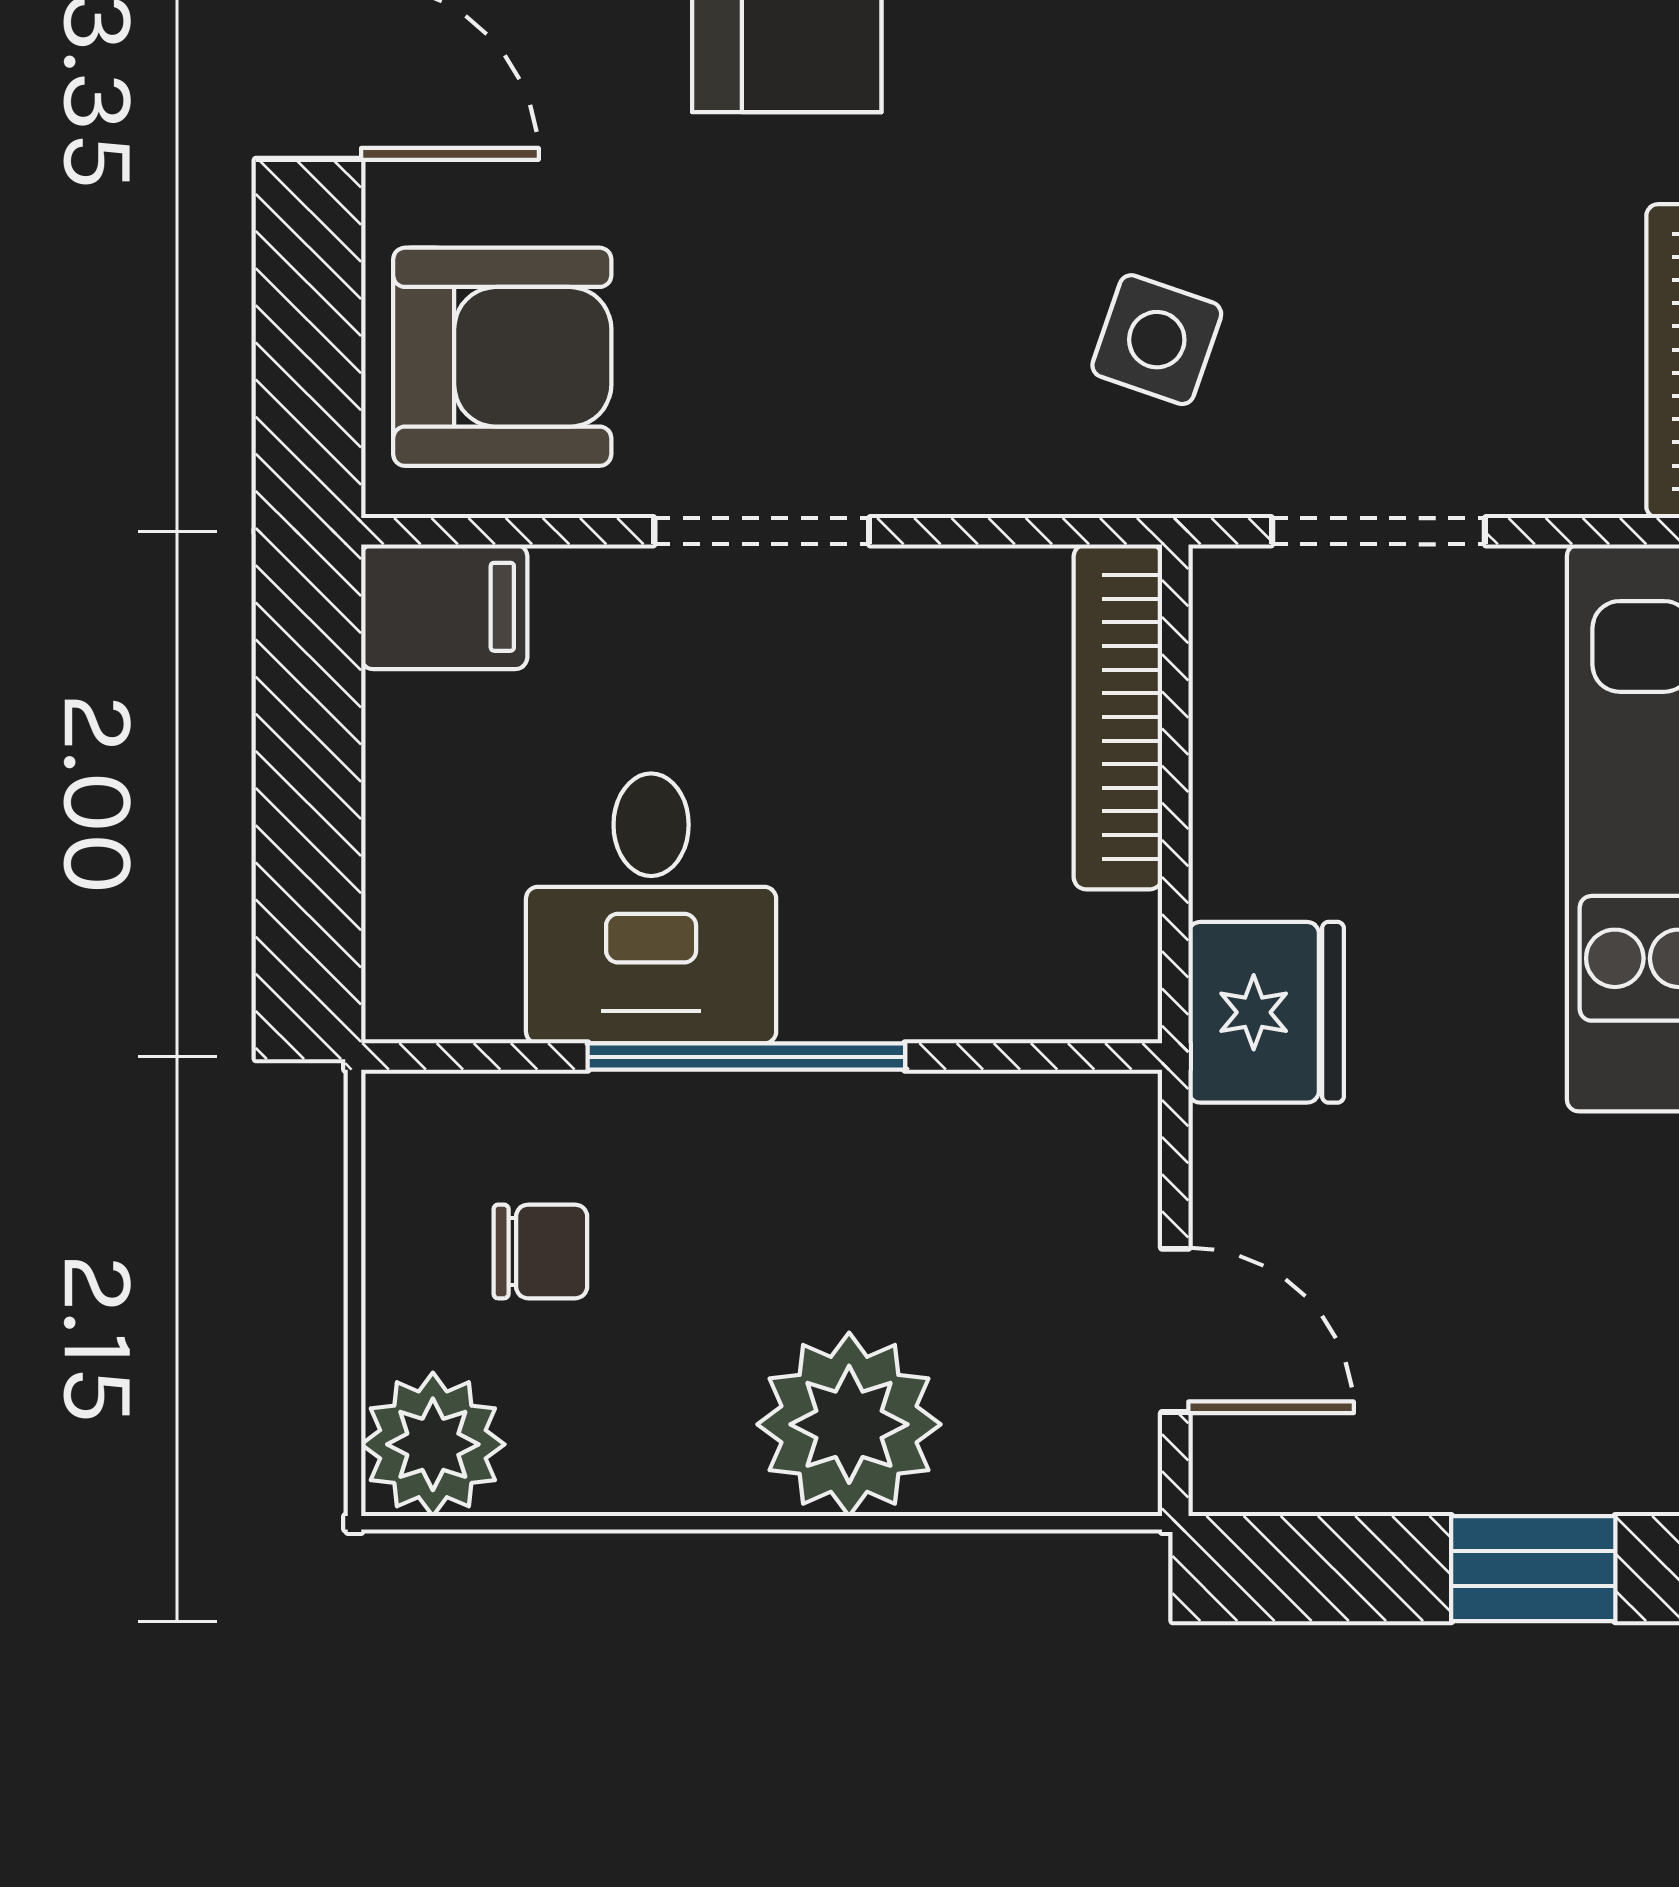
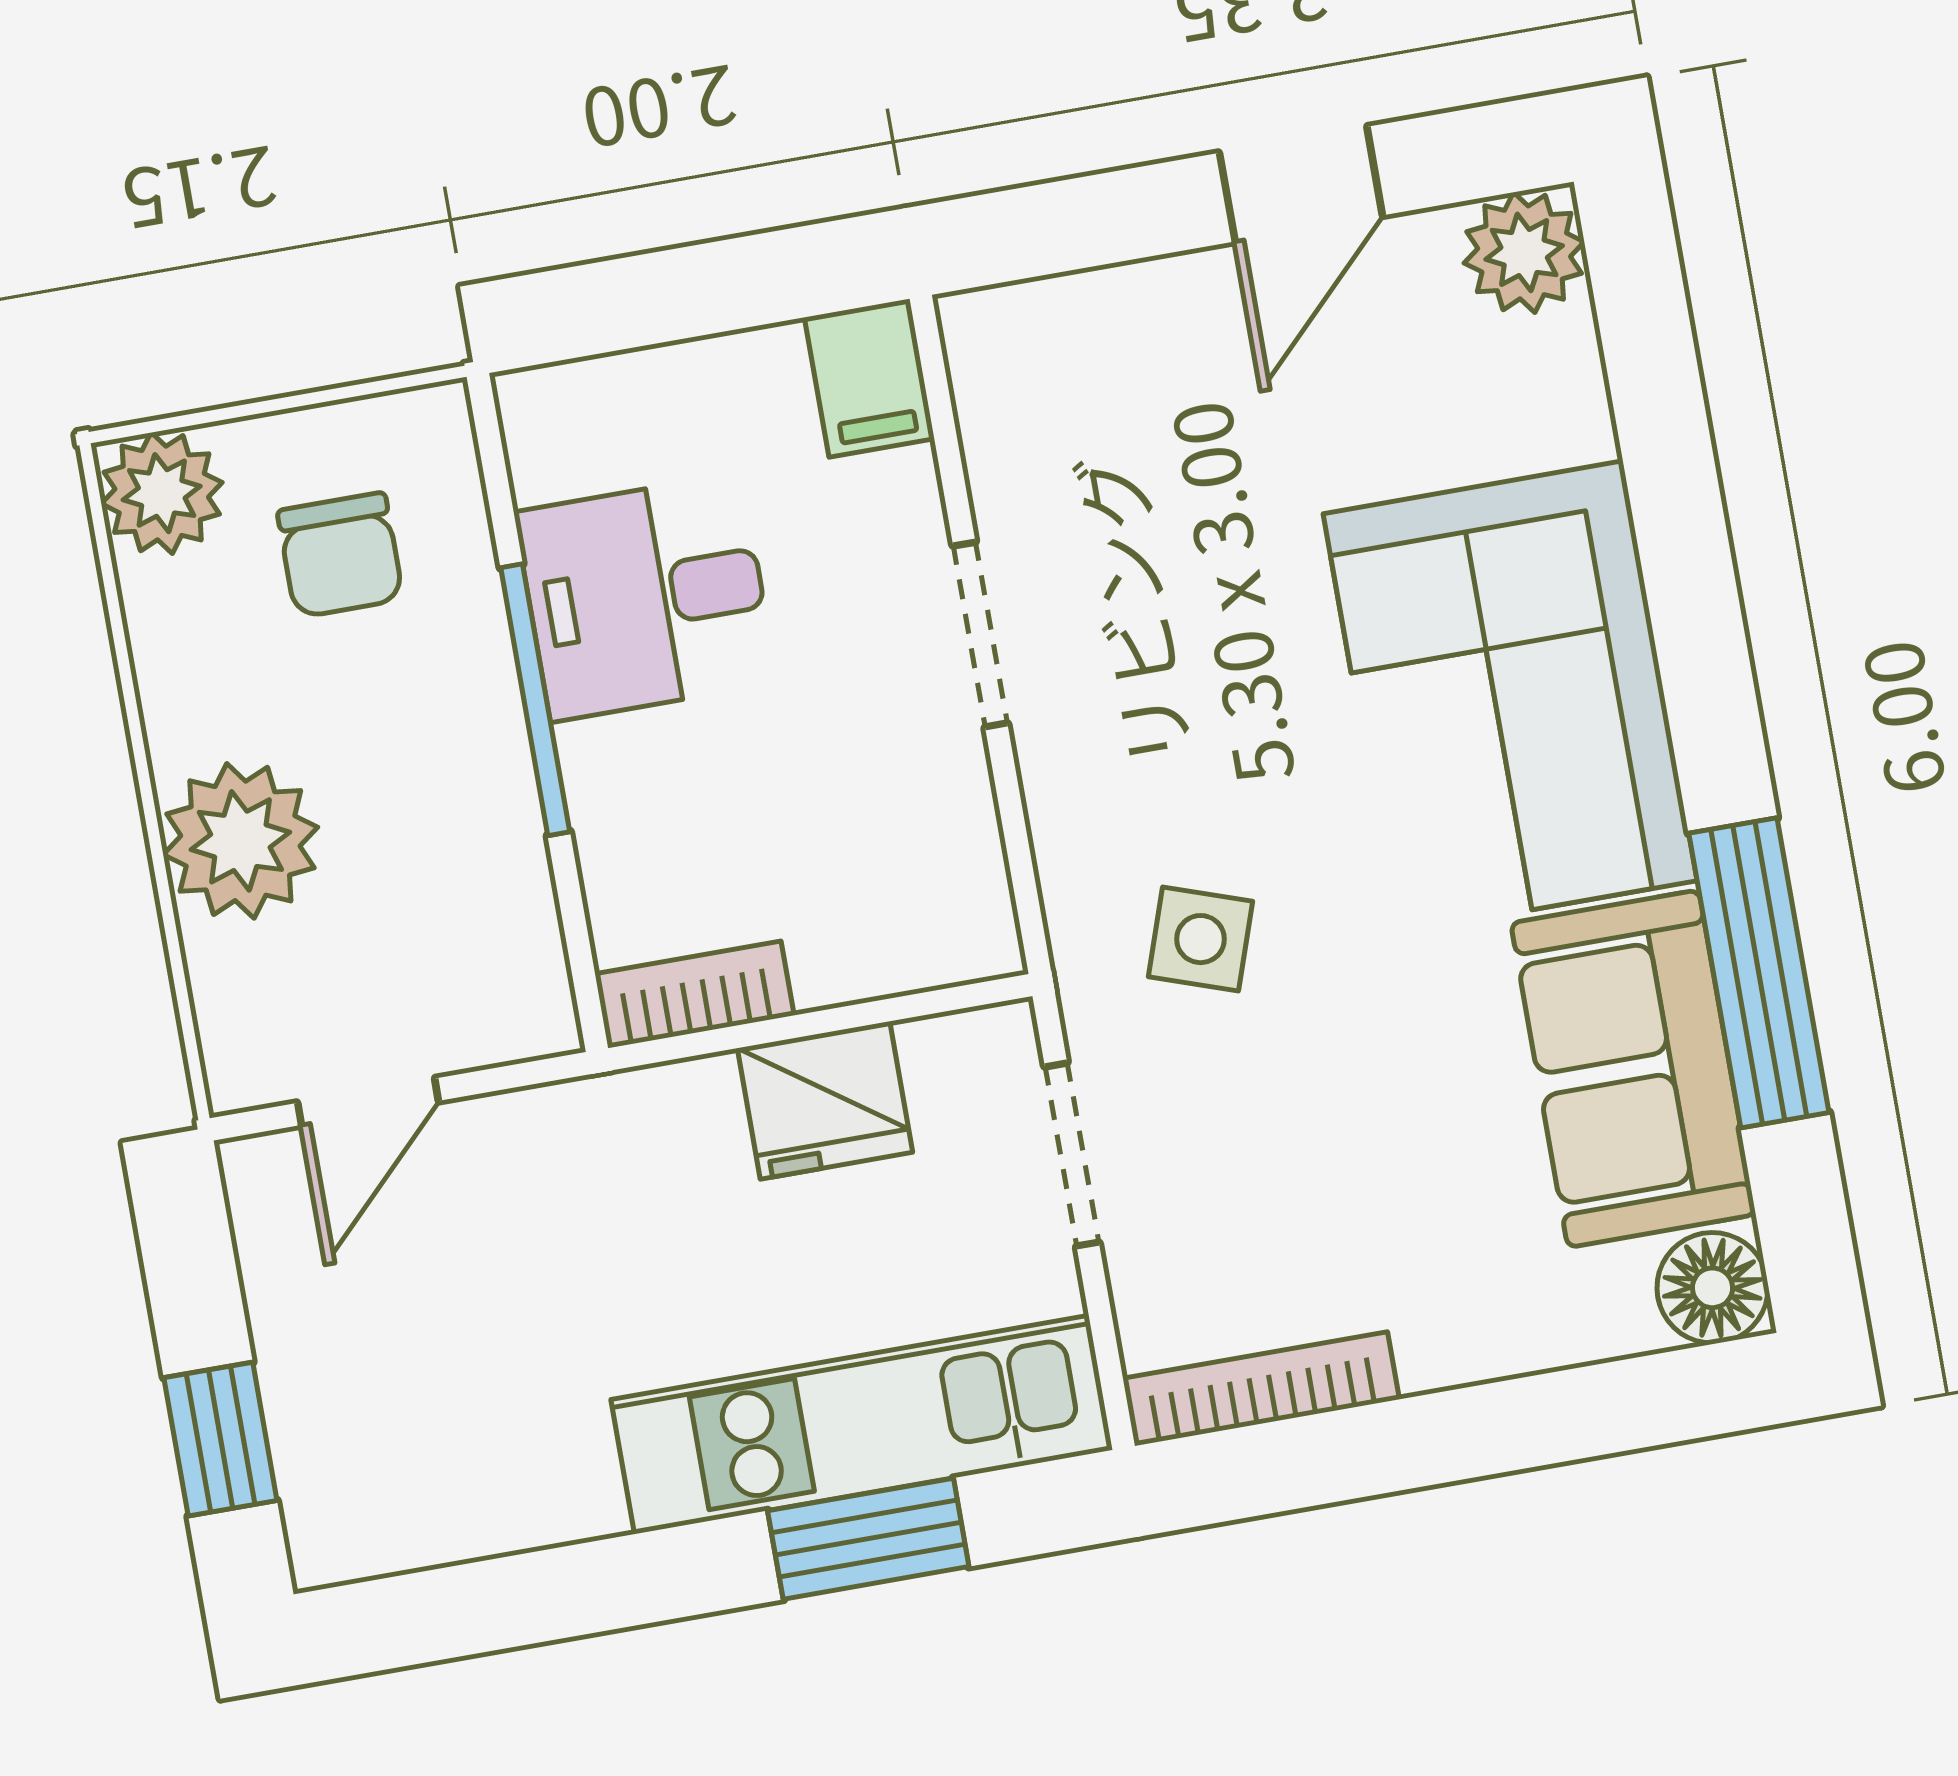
armchair: (502, 357) -> (1089, 390), removed
bookcase: (1118, 717) -> (695, 995), moved, width x0.64
fridge: (1266, 1012) -> (825, 1100), moved
chair: (540, 1251) -> (340, 555), width x1.37, depth x1.37

